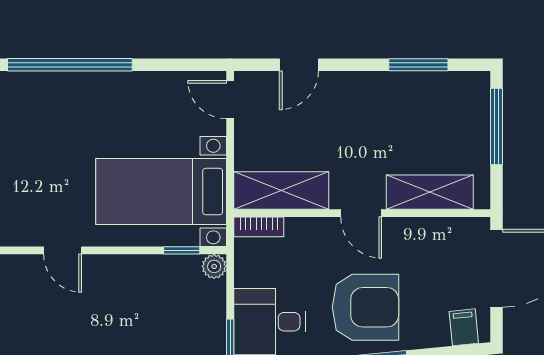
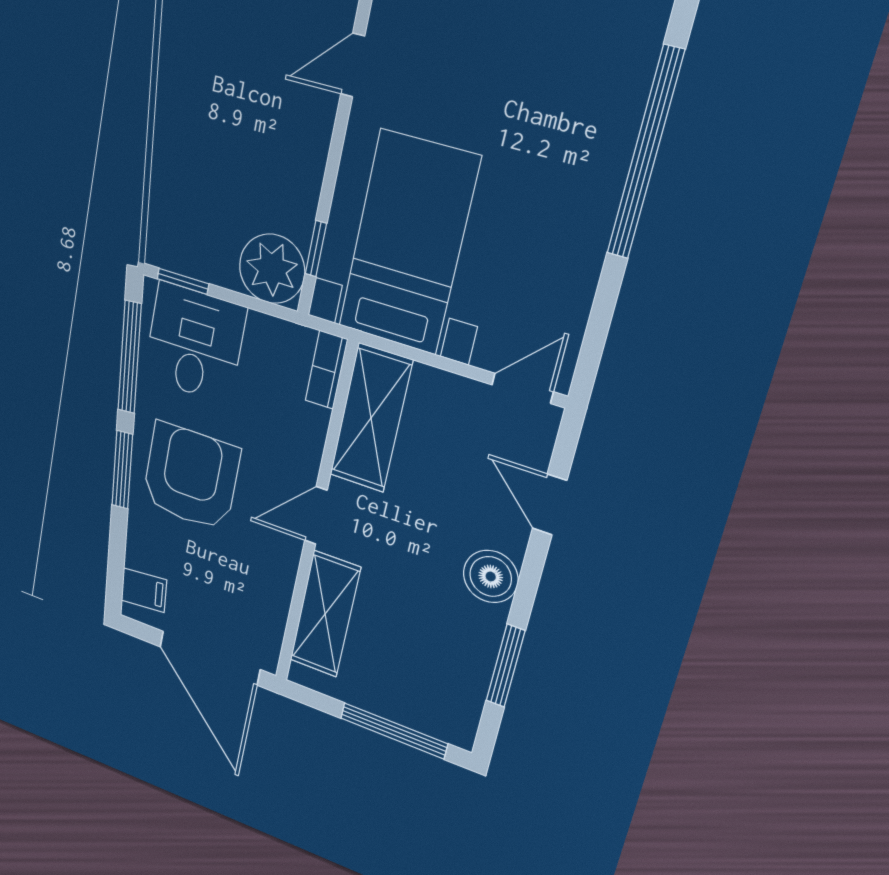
boiler: (360, 89) -> (491, 576), added
plant: (214, 266) -> (272, 269), width x1.88, depth x1.88
armchair: (365, 307) -> (191, 477), turned 180

